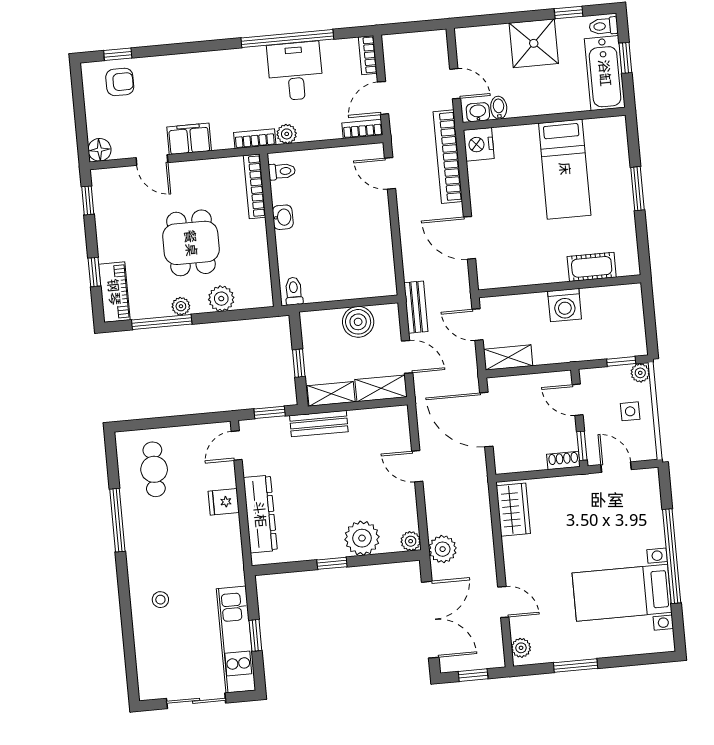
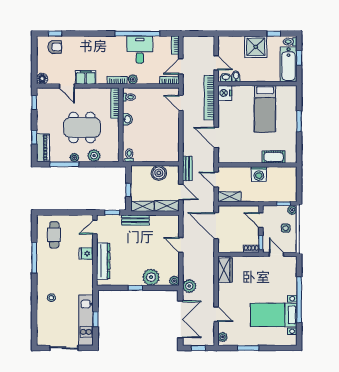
dining table: (191, 243) -> (82, 128), width x1.38

